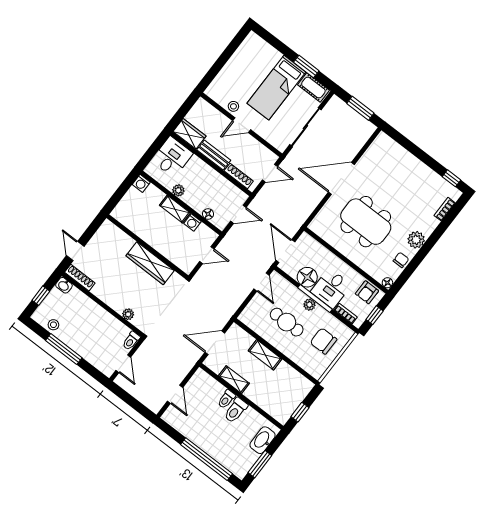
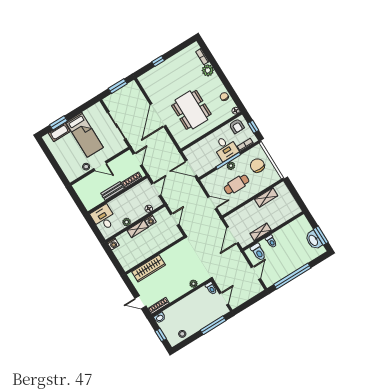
window: (306, 66) -> (58, 123), moved
cot: (313, 88) -> (59, 132), moved
door: (242, 125) -> (100, 166), hinge flipped
wardrobe: (189, 134) -> (93, 201), removed
window: (451, 178) -> (158, 61), moved
dining table: (366, 222) -> (191, 110), turned 90
plant: (416, 240) -> (208, 70), moved
wardrobe: (150, 263) -> (149, 268), moved
floor lamp: (307, 277) -> (213, 161), removed
door: (262, 282) -> (212, 203), moved
chair: (323, 341) -> (257, 166), turned 90
window: (64, 349) -> (213, 325), moved
shelving: (265, 355) -> (266, 197), moved
door: (123, 364) -> (224, 299), hinge flipped
door: (175, 394) -> (256, 273), hinge flipped
toilet: (236, 410) -> (258, 252), moved
window: (300, 412) -> (297, 198), removed
washbasin: (263, 440) -> (314, 240), moved
window: (207, 459) -> (292, 276), moved

